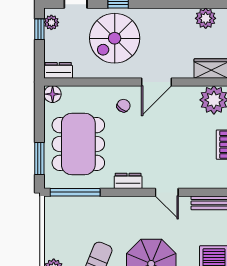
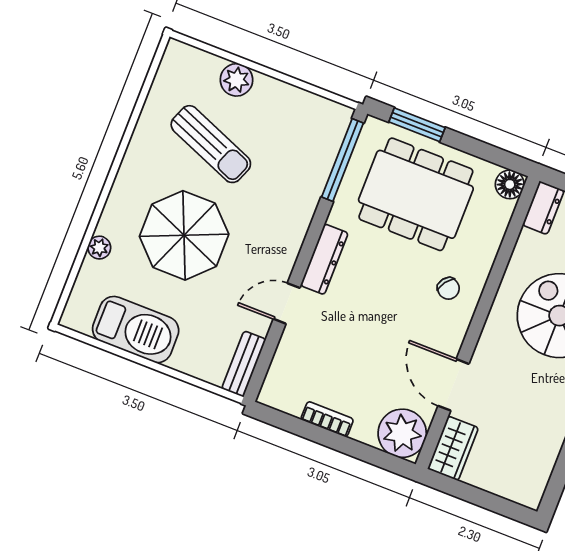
plant: (206, 18) -> (535, 470), removed
door: (156, 82) -> (453, 385), moved
dresser: (128, 181) -> (324, 259), width x1.44

